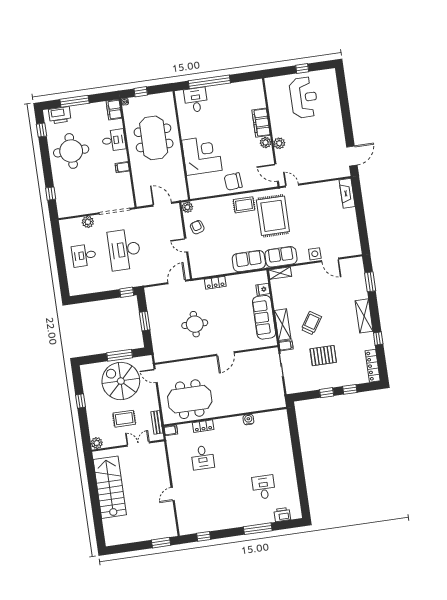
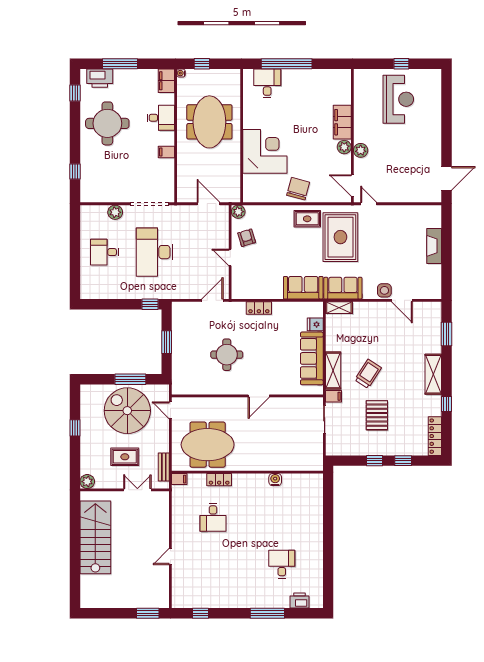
chair: (233, 182) -> (298, 189), turned 110
fireplace: (347, 193) -> (434, 246), moved
pallet: (323, 356) -> (377, 415), turned 90

